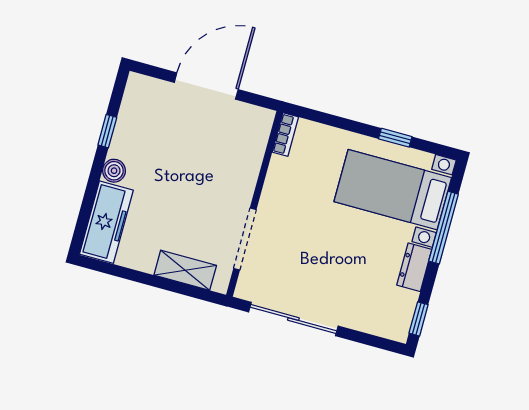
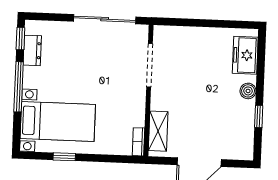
freezer: (106, 222) -> (245, 55), width x0.71
window: (444, 228) -> (19, 87), moved
dresser: (414, 267) -> (32, 50), moved
shelving: (185, 270) -> (158, 131), moved, turned 90

